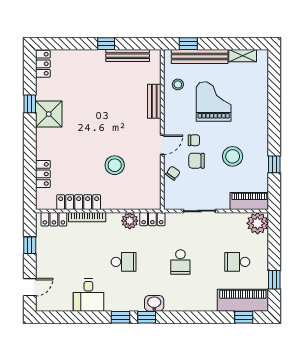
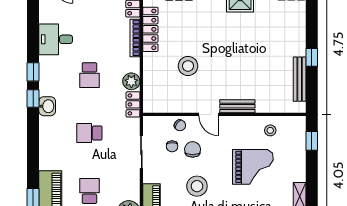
bench: (200, 57) -> (299, 152), removed
bench: (154, 101) -> (237, 106), moved
chair: (194, 140) -> (172, 146), moved

